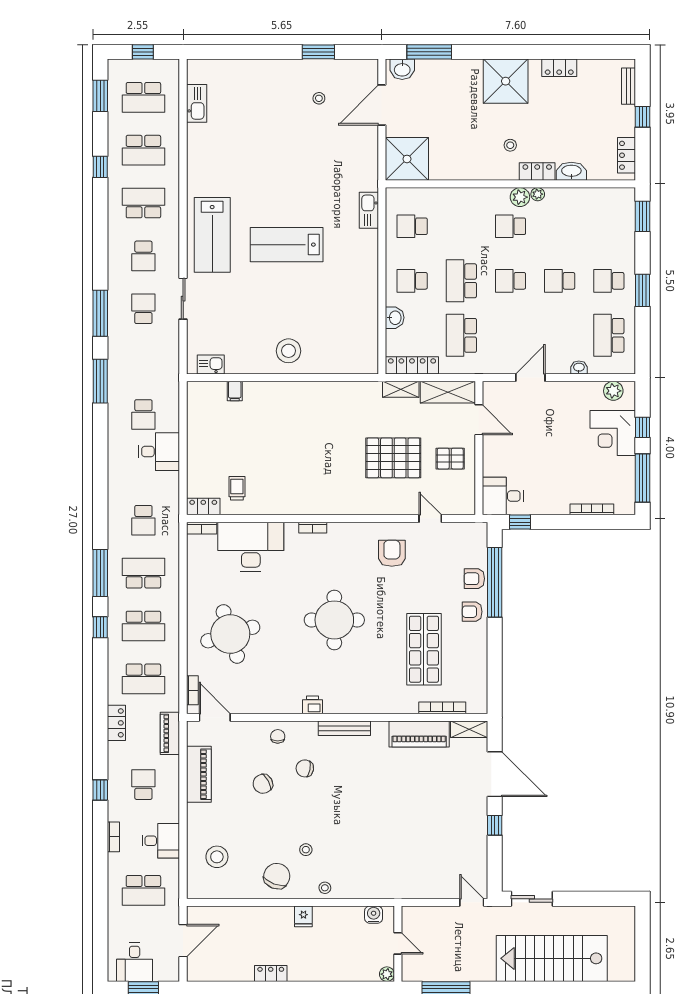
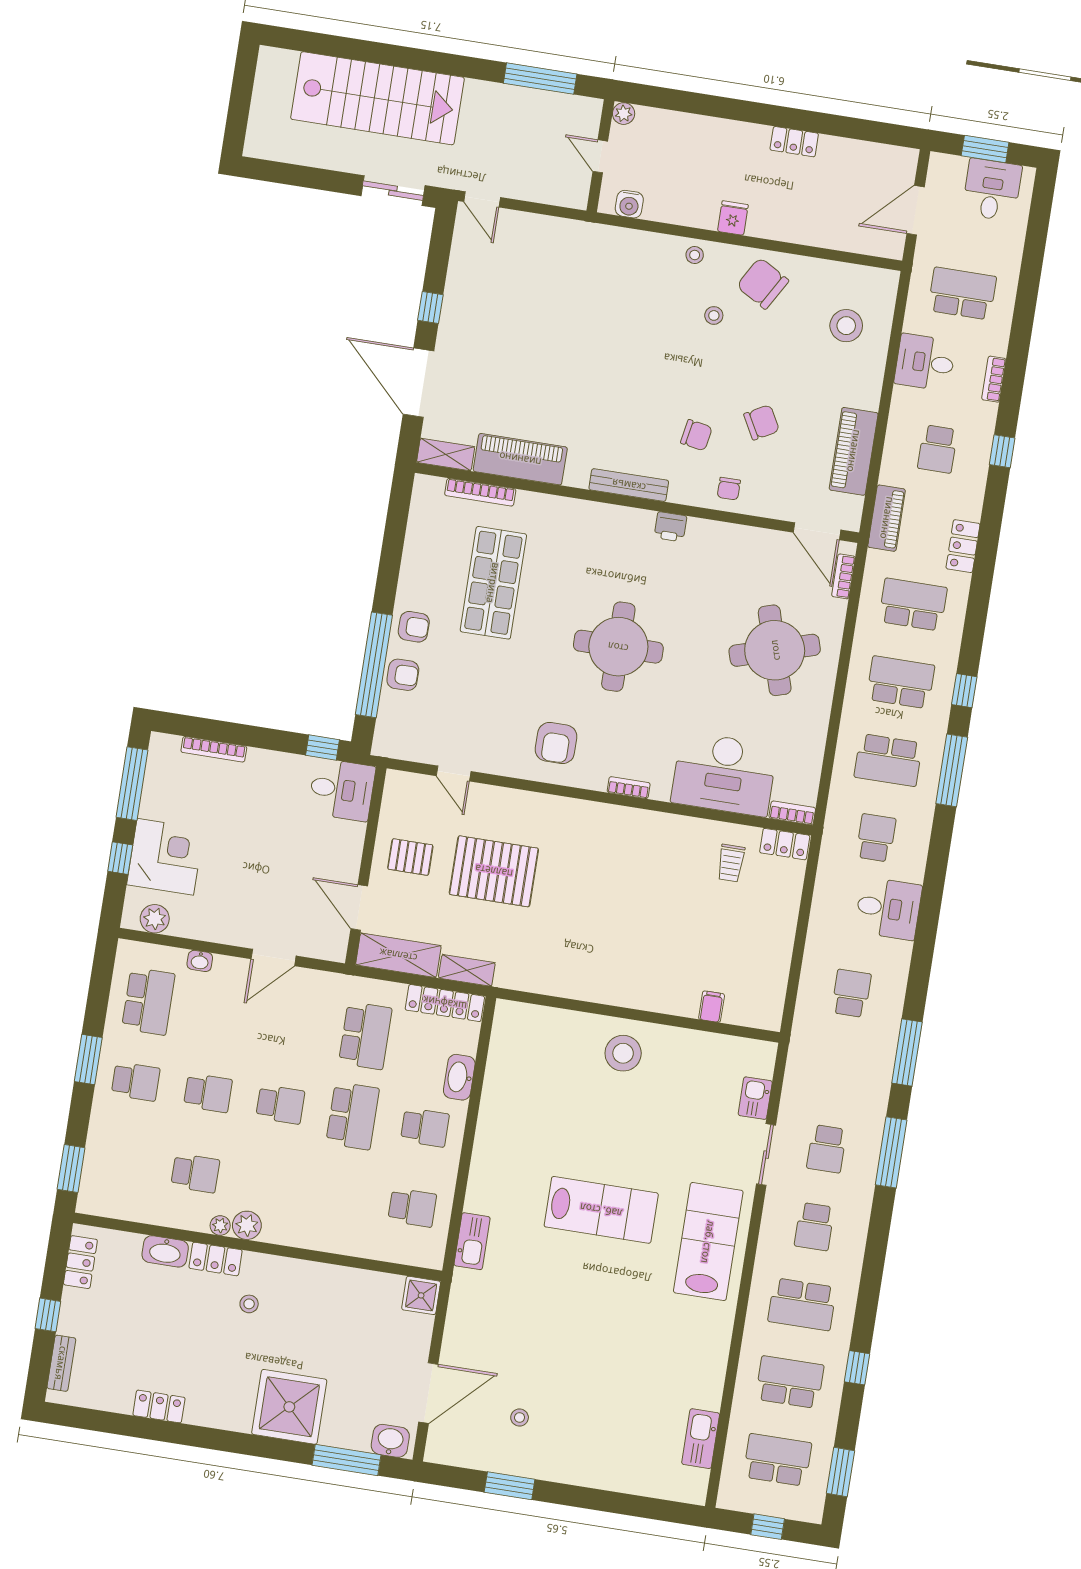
shower: (506, 81) -> (289, 1407), moved
shower: (407, 159) -> (421, 1295), width x0.54, depth x0.54
school desk: (510, 226) -> (195, 1173), moved
school desk: (143, 256) -> (814, 1227), turned 180
washbasin: (395, 318) -> (459, 1077), width x1.38
kitchen sink: (211, 365) -> (755, 1098), moved, turned 90
desk: (159, 452) -> (888, 909), moved, turned 180
armchair: (392, 553) -> (556, 743), moved
chair: (277, 876) -> (763, 283), turned 99

